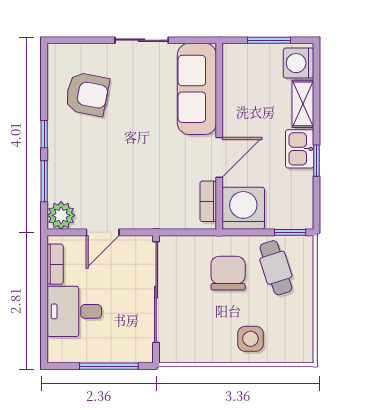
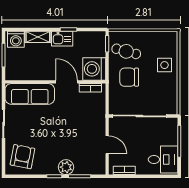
armchair: (87, 94) -> (22, 157), moved
plant: (61, 215) -> (66, 167), moved
cafe table: (276, 268) -> (126, 51), turned 33
desk: (74, 311) -> (163, 159), moved, turned -90

